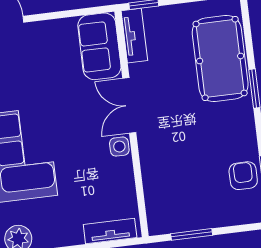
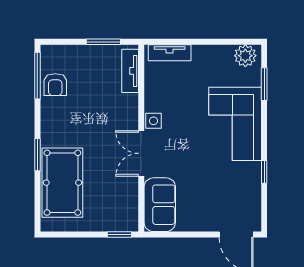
tv unit: (134, 36) -> (130, 71), moved
double door: (129, 105) -> (141, 153), swing flipped

